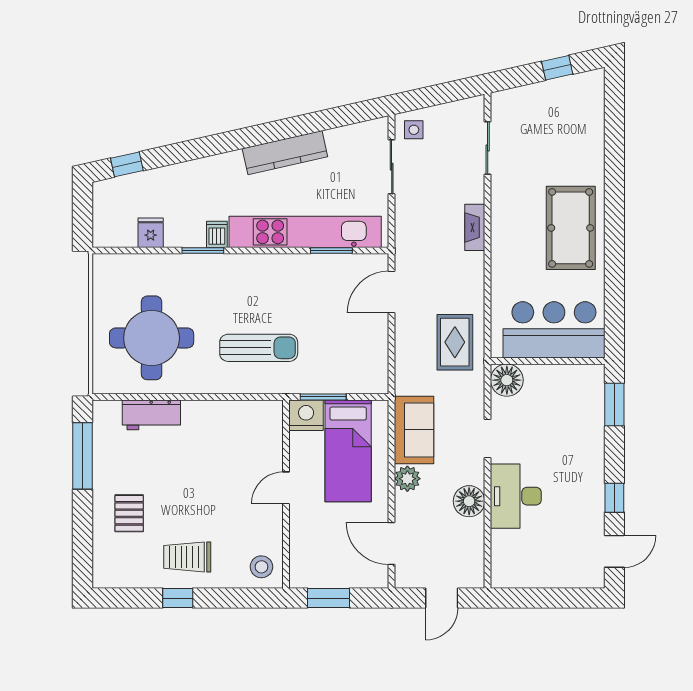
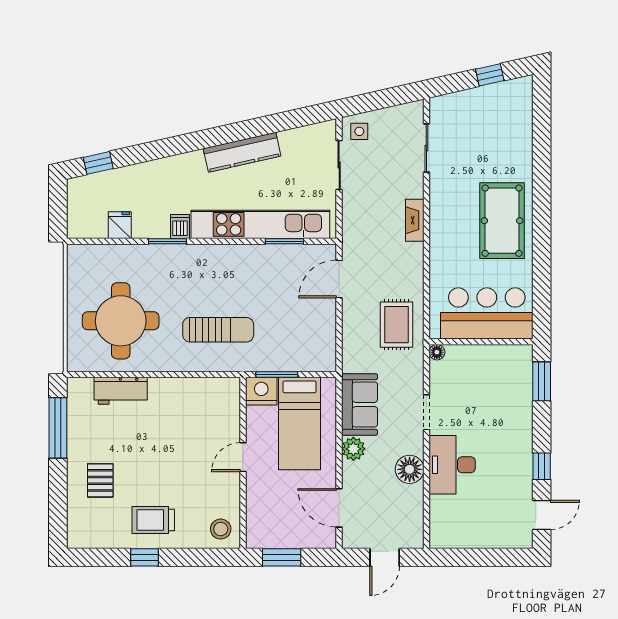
floor lamp: (507, 380) -> (437, 352), width x0.53, depth x0.53

